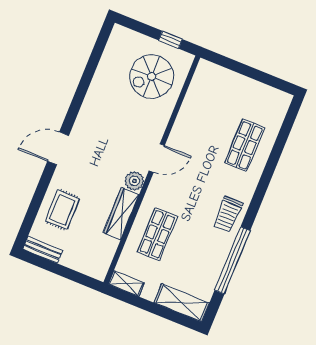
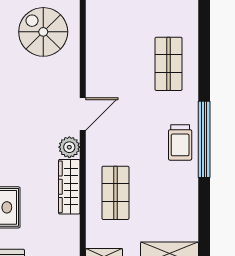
spiral stairs: (152, 76) -> (43, 32), turned 90
window: (232, 260) -> (204, 139), moved

